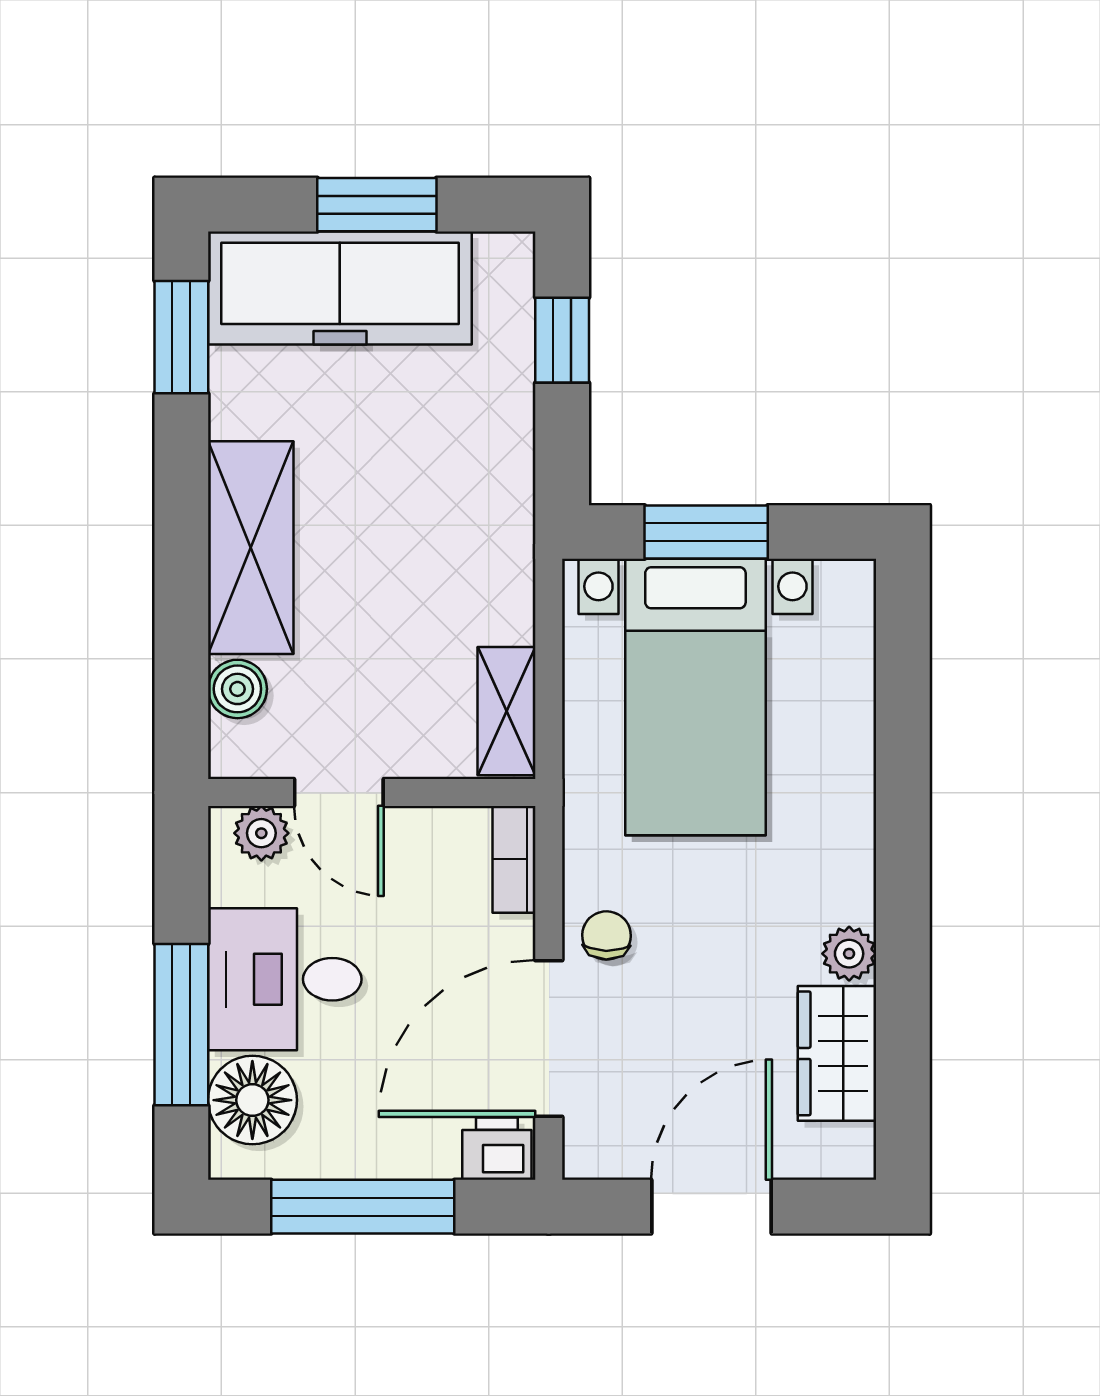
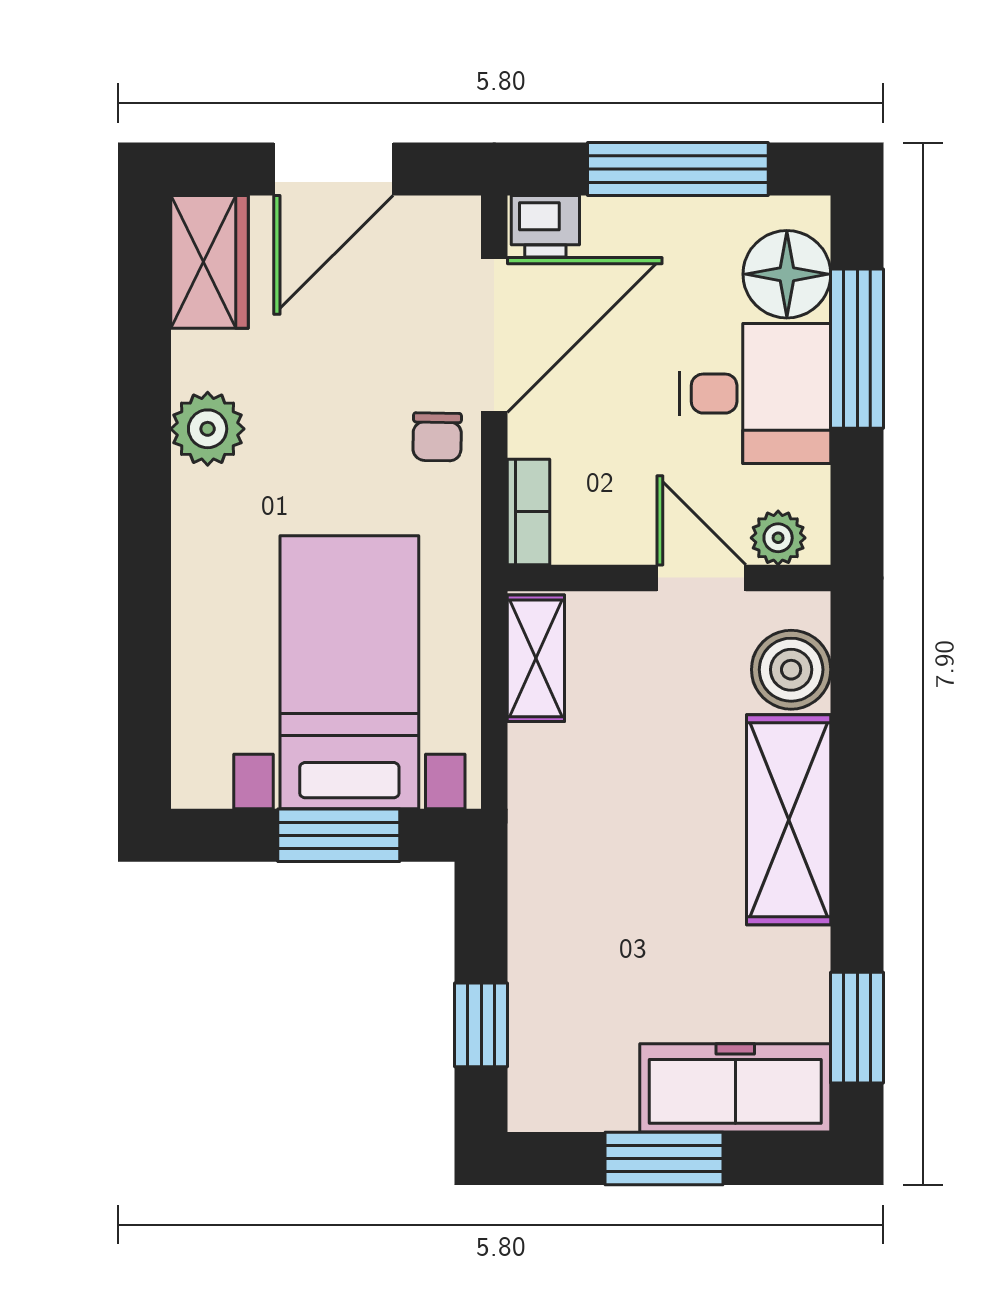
freezer: (340, 288) -> (735, 1088), width x0.73, depth x0.79
boiler: (237, 689) -> (791, 670), width x1.36, depth x1.36
plant: (849, 954) -> (208, 429), width x1.38, depth x1.38
wardrobe: (837, 1053) -> (210, 262), moved

